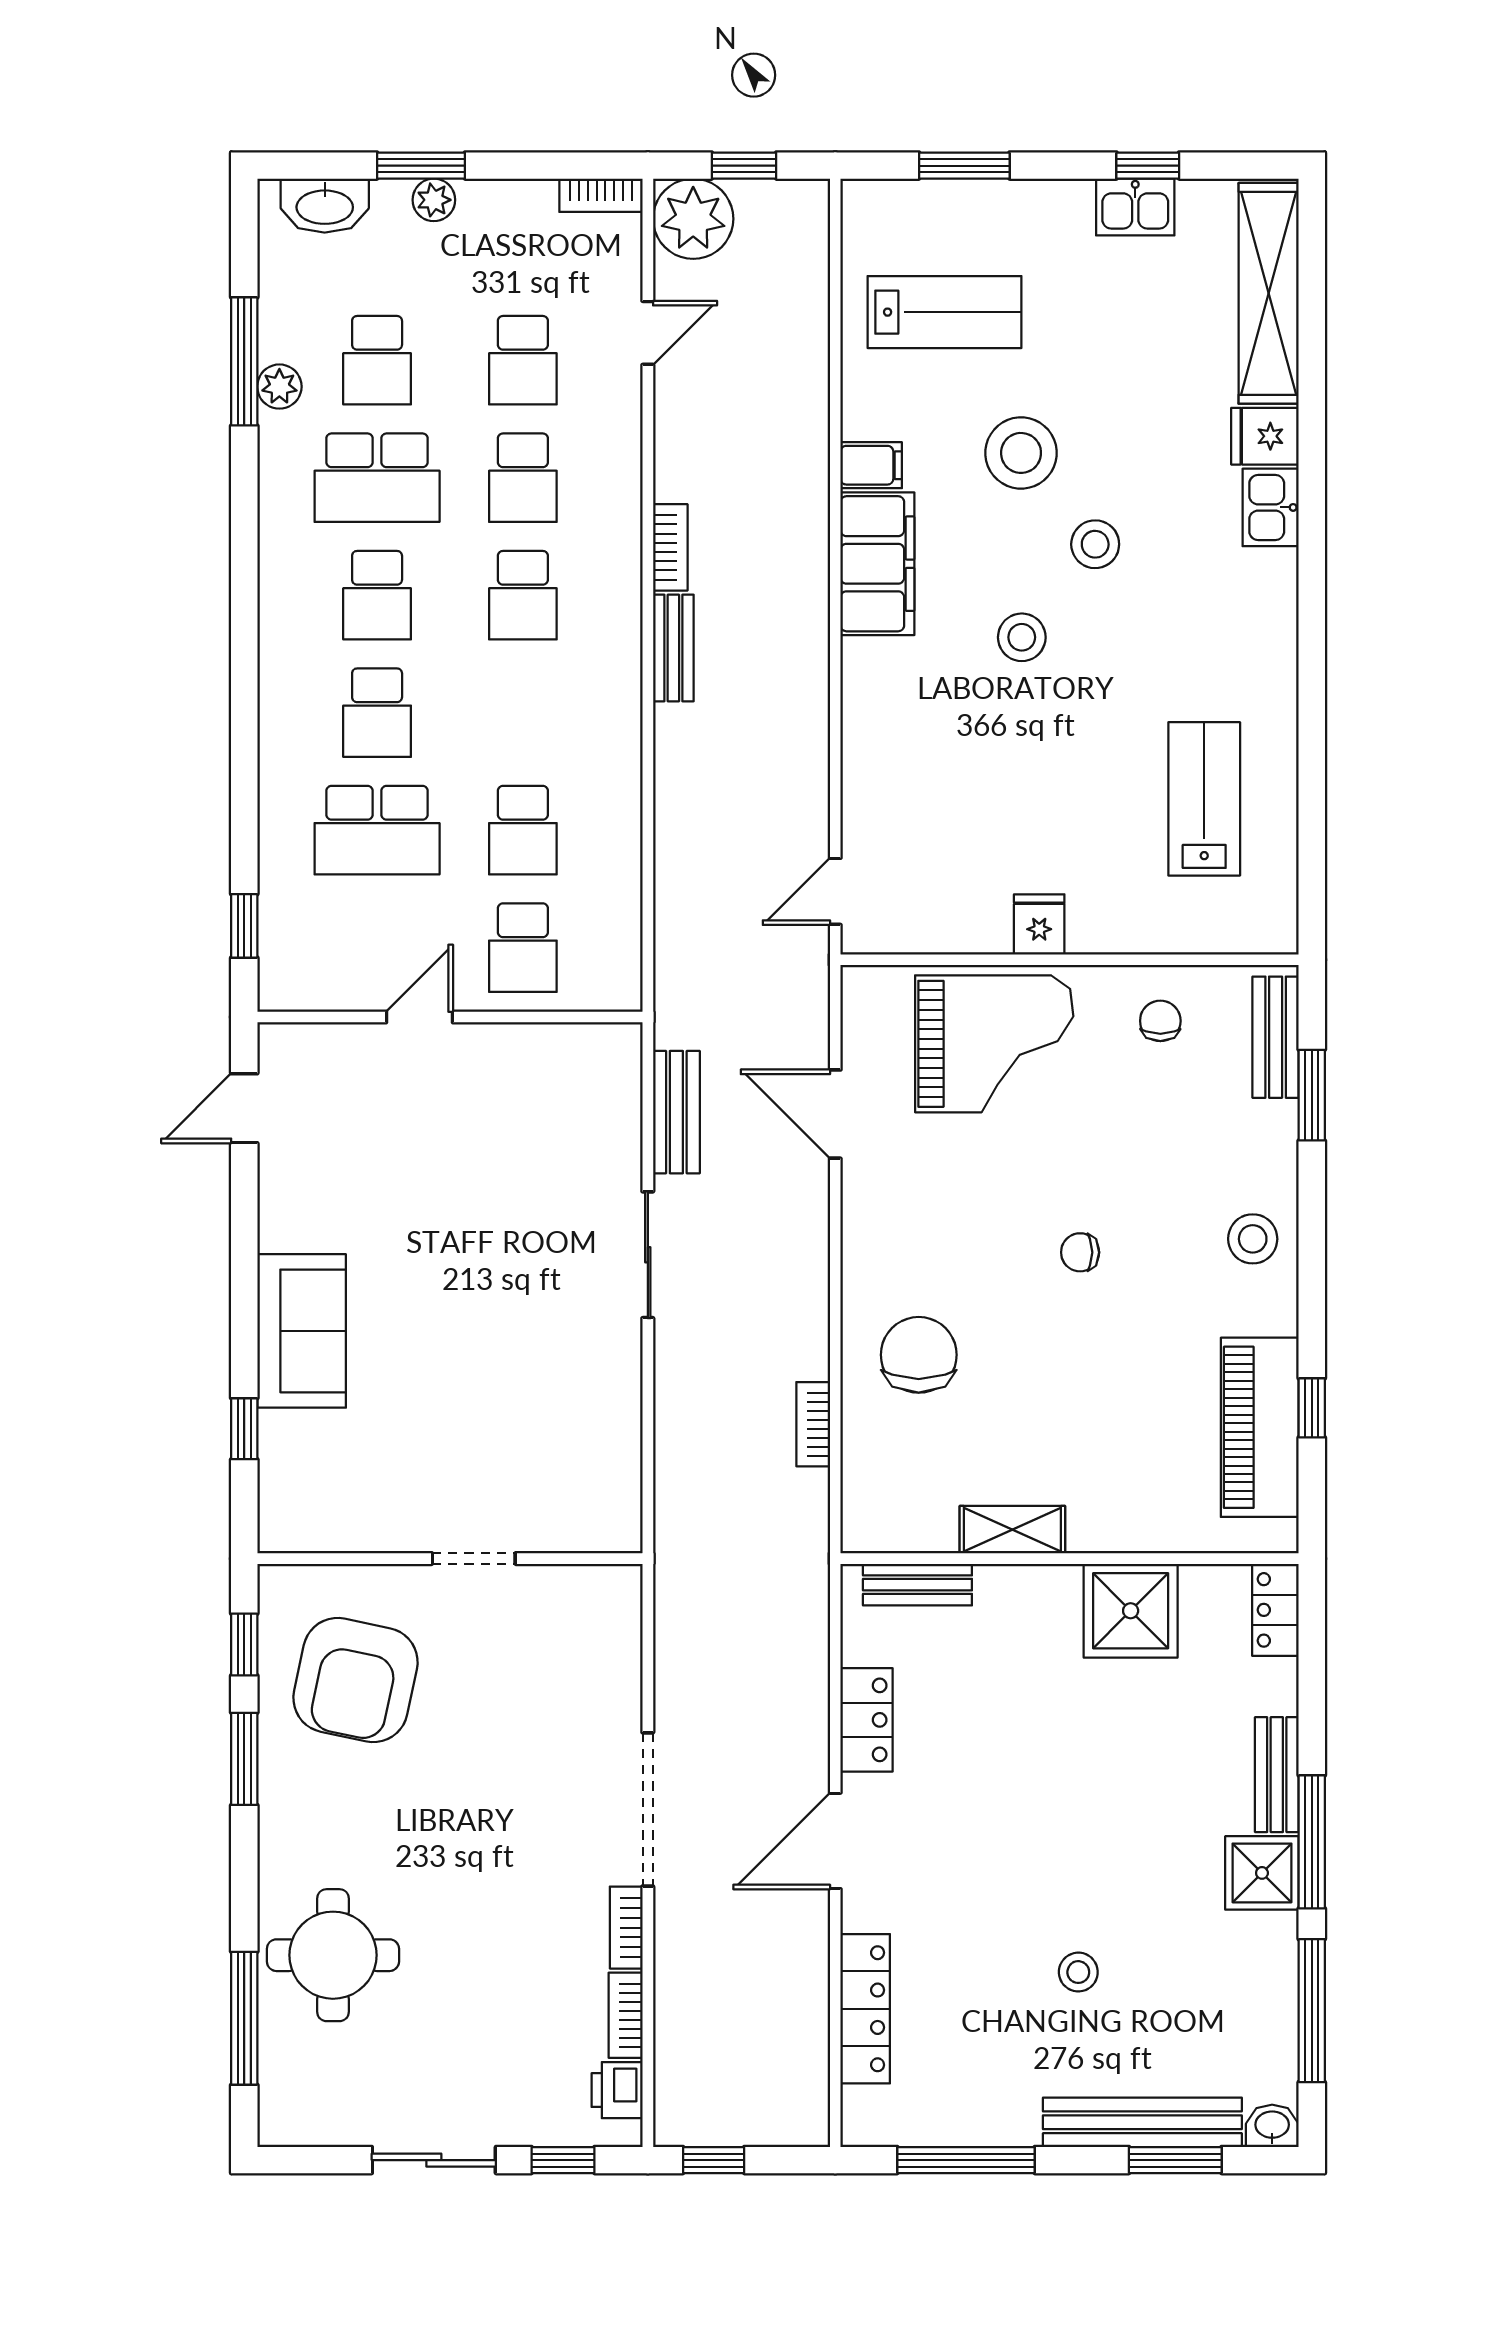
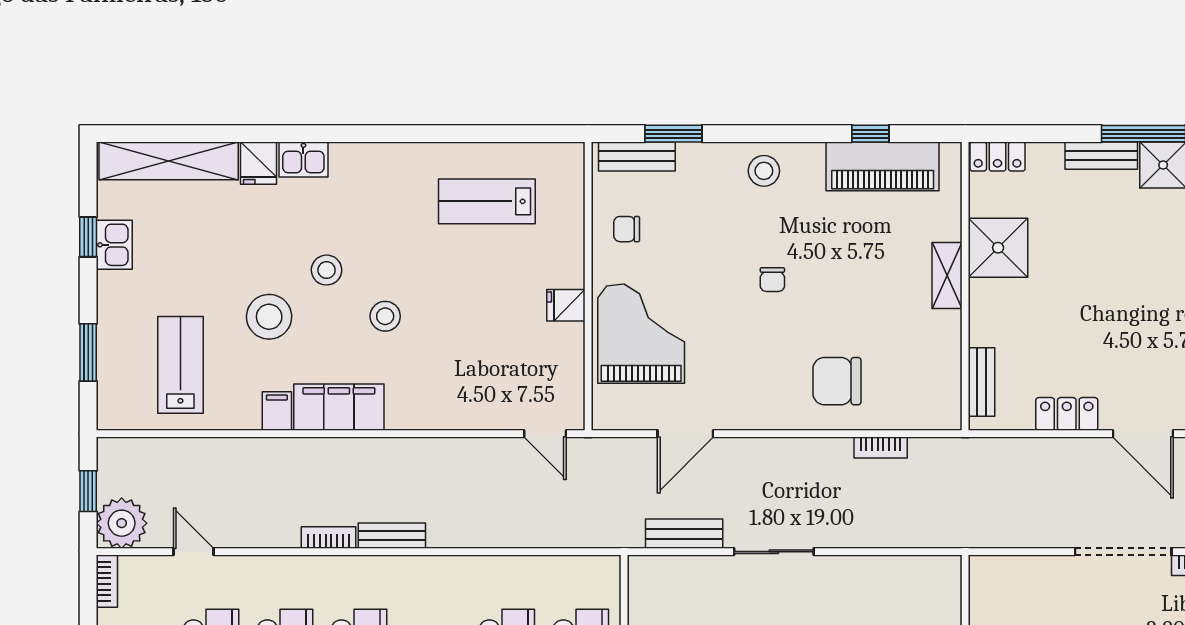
shelving: (1012, 1530) -> (947, 276), moved

